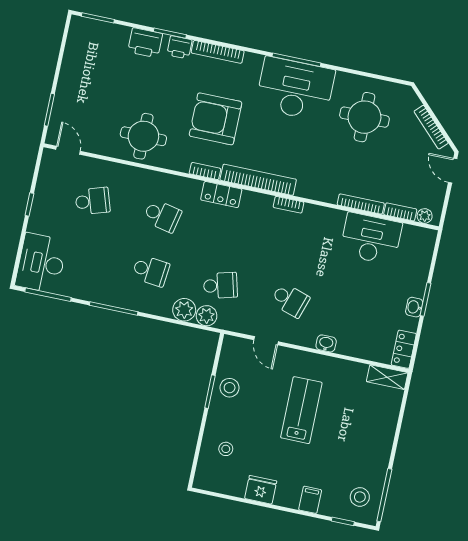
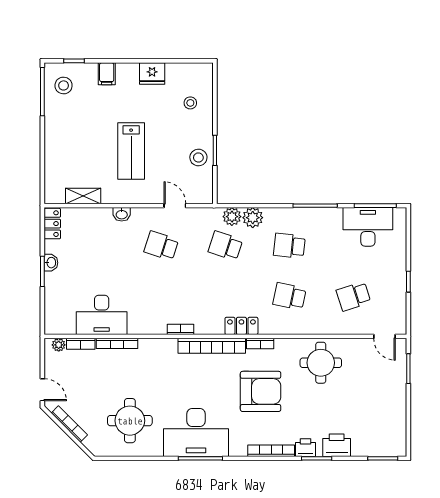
desk: (41, 263) -> (368, 227), moved, turned -90
school desk: (220, 285) -> (225, 246), turned 33
shelving: (387, 377) -> (83, 196), moved

